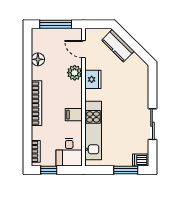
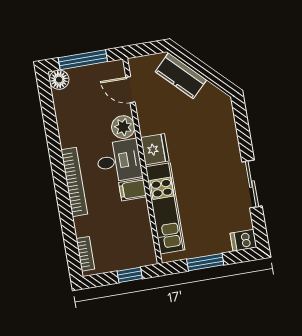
floor lamp: (38, 59) -> (59, 80), moved
fridge: (93, 79) -> (155, 149), moved
desk: (69, 152) -> (119, 161), moved, turned -90
window: (49, 170) -> (130, 275), moved
window: (126, 170) -> (205, 262), moved

